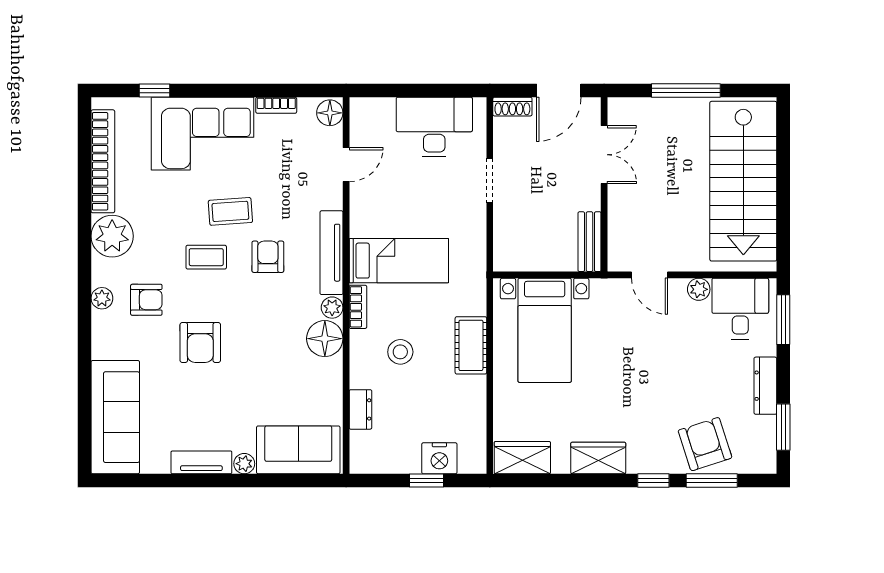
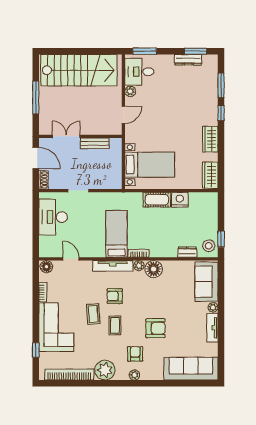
bench: (590, 242) -> (95, 143), moved
stool: (400, 352) -> (209, 246), moved
dresser: (765, 386) -> (188, 60), moved
armchair: (705, 444) -> (204, 88), removed
nightstand: (439, 458) -> (180, 200), moved, turned -90
window: (427, 481) -> (221, 239), moved

